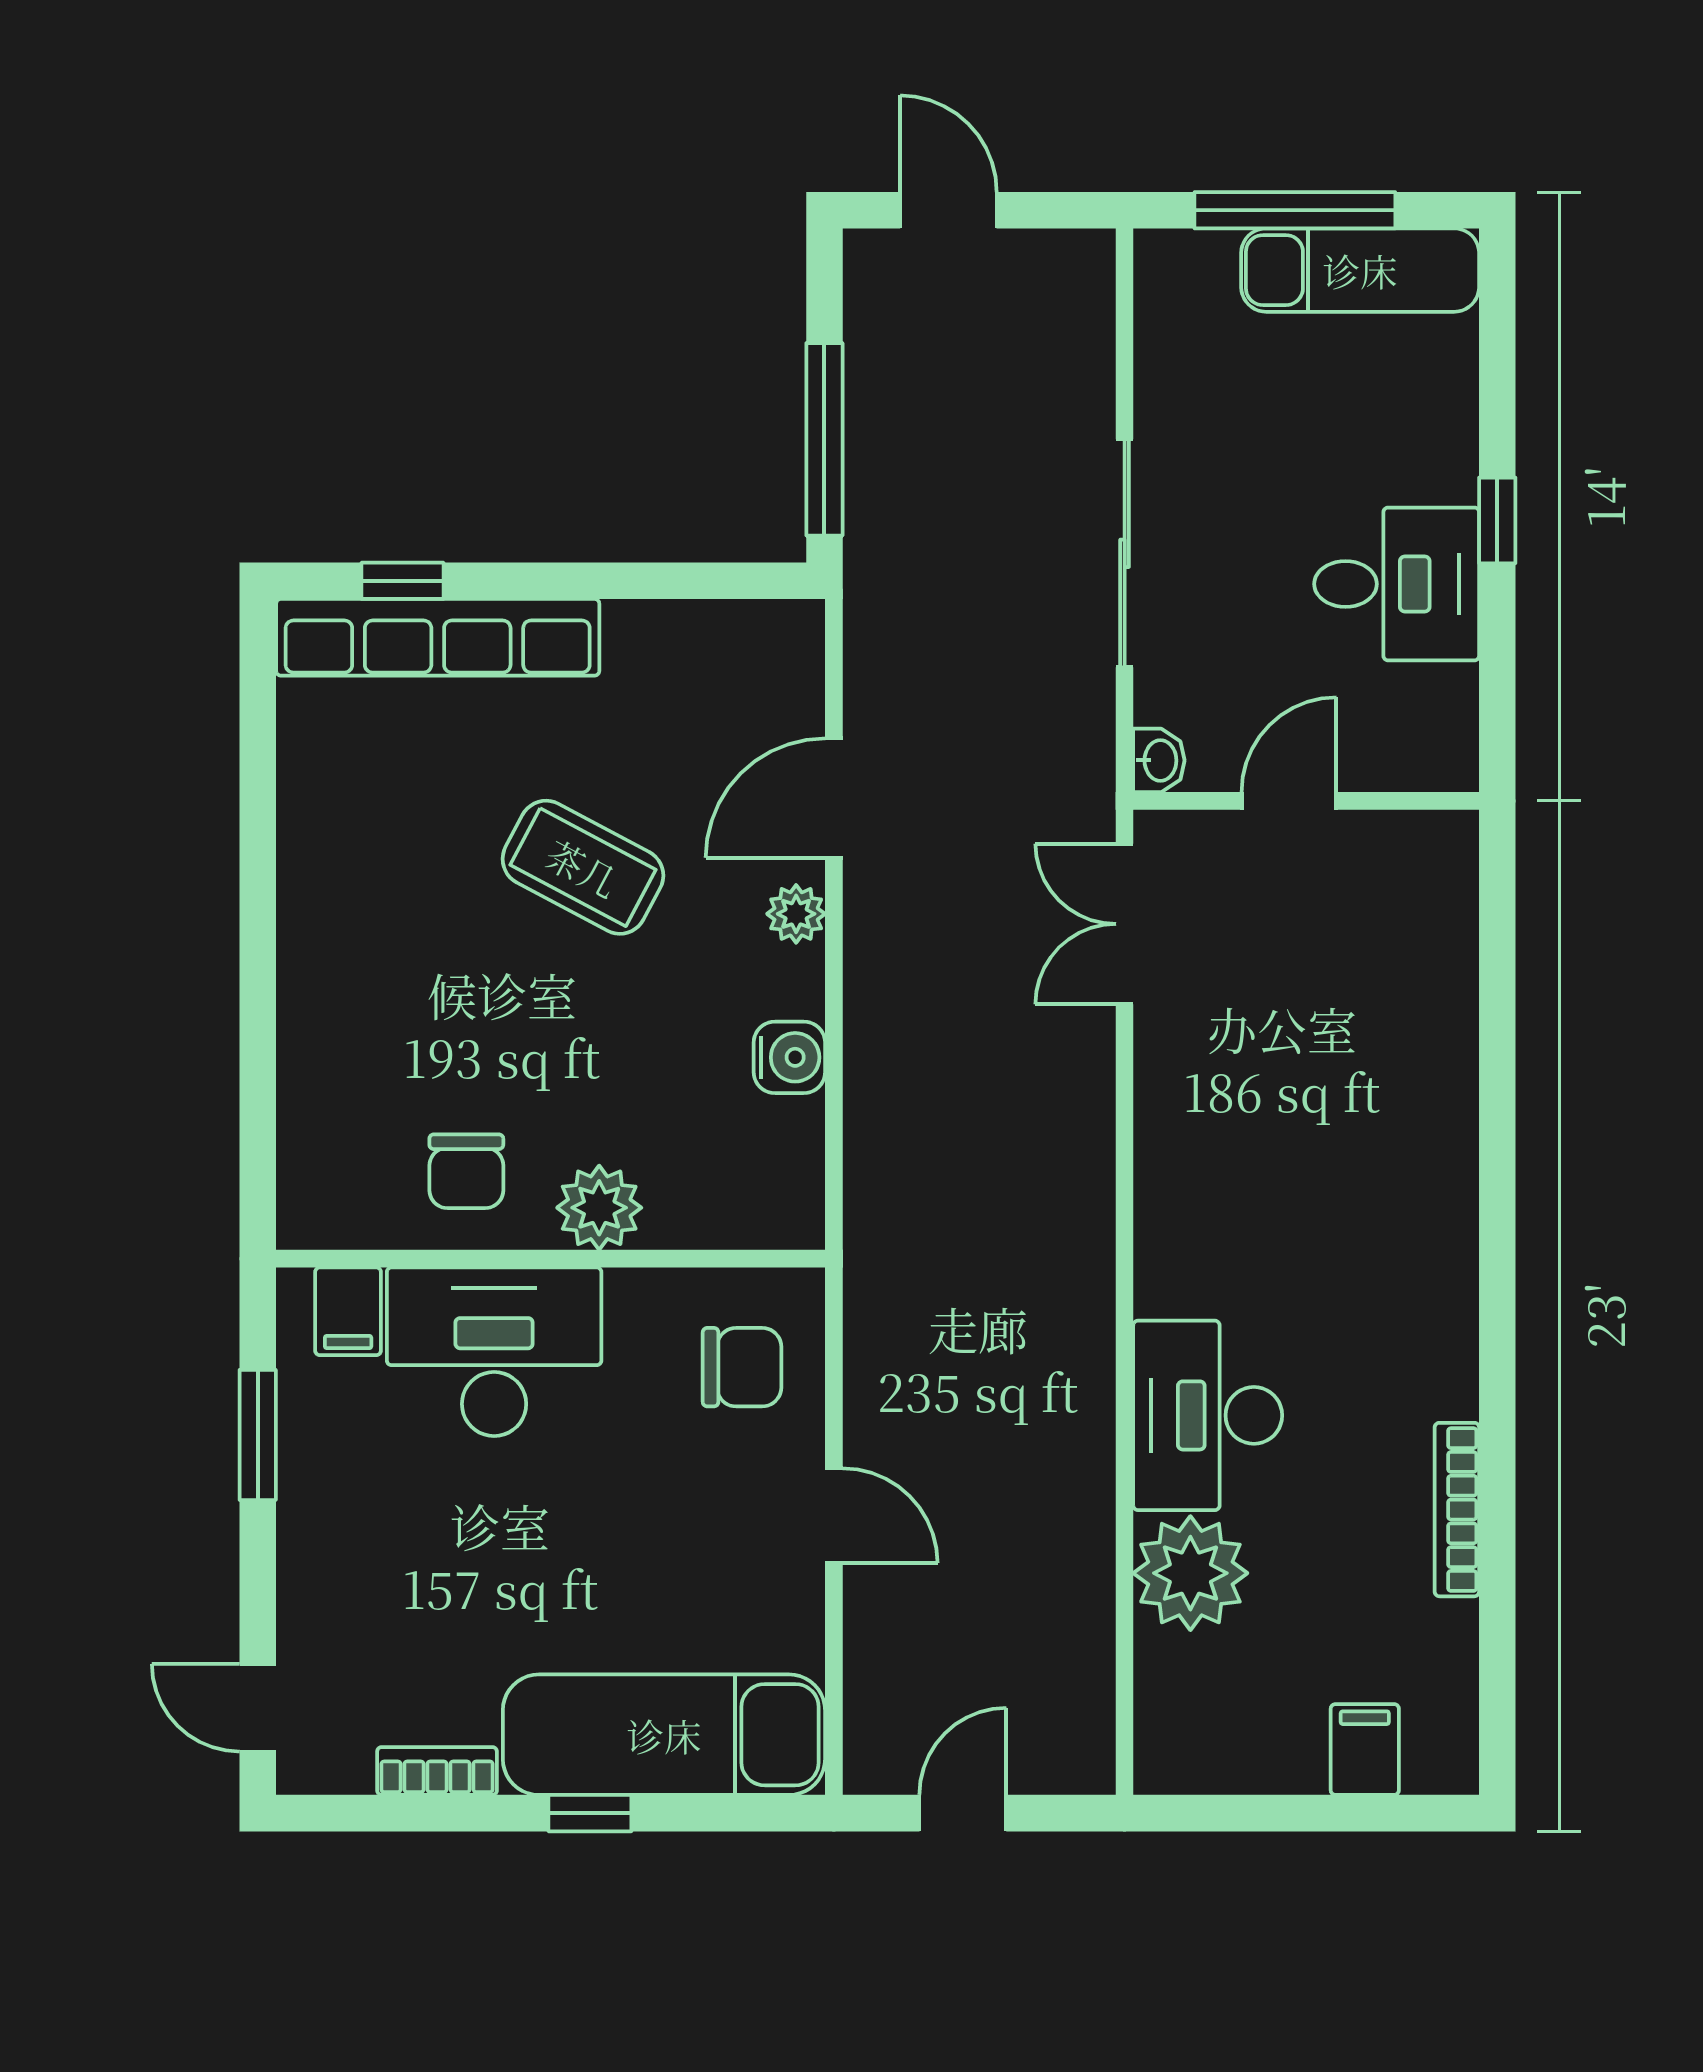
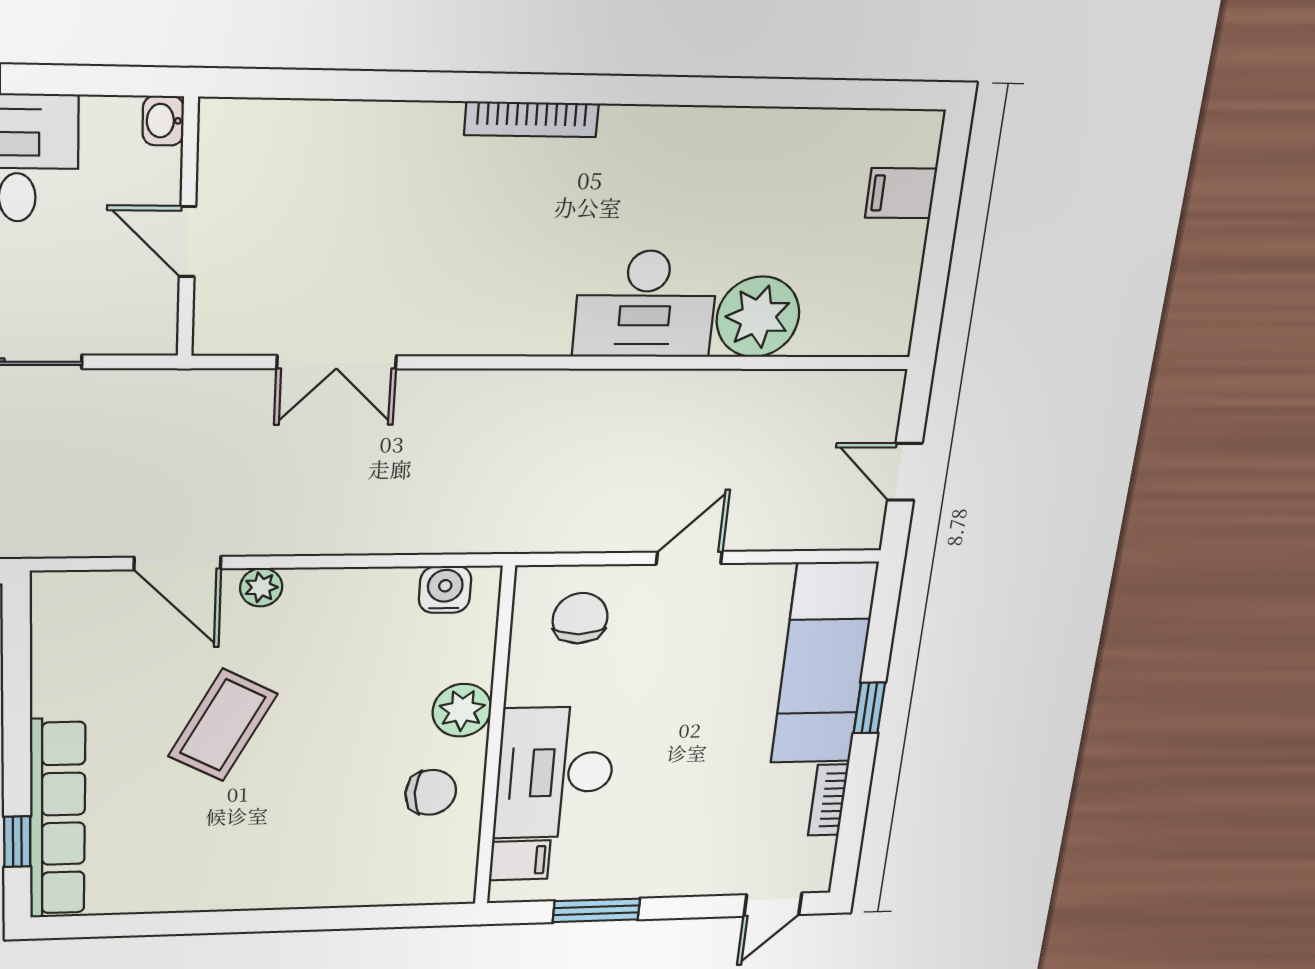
washbasin: (1159, 760) -> (163, 121), moved, turned -90
double door: (1125, 924) -> (337, 362), moved
water cooler: (789, 1057) -> (445, 589), moved
bookcase: (1457, 1510) -> (531, 119), moved

